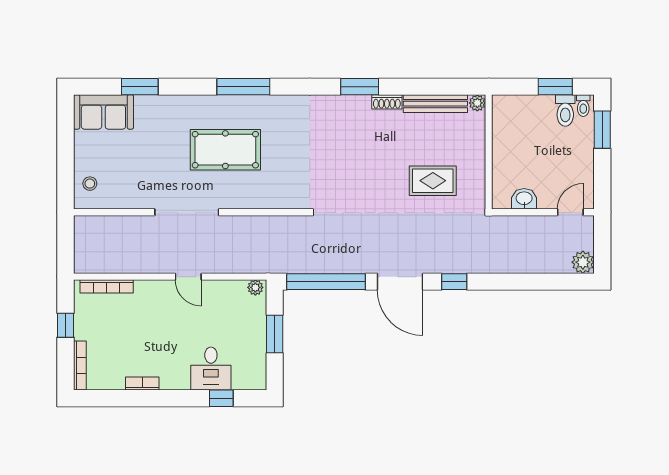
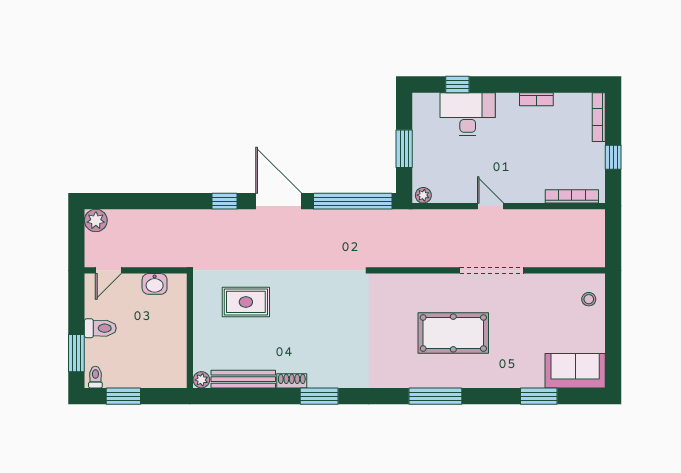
toilet: (565, 111) -> (100, 328), moved, turned 90
desk: (211, 369) -> (468, 114), width x1.37

